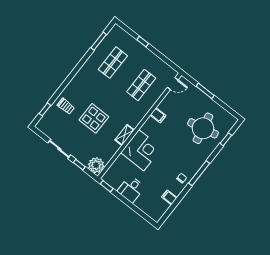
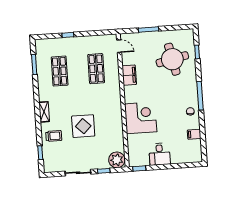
door: (173, 84) -> (119, 46), hinge flipped
filing cabinet: (158, 115) -> (129, 75), width x2.00
shelving: (125, 135) -> (44, 112), moved

